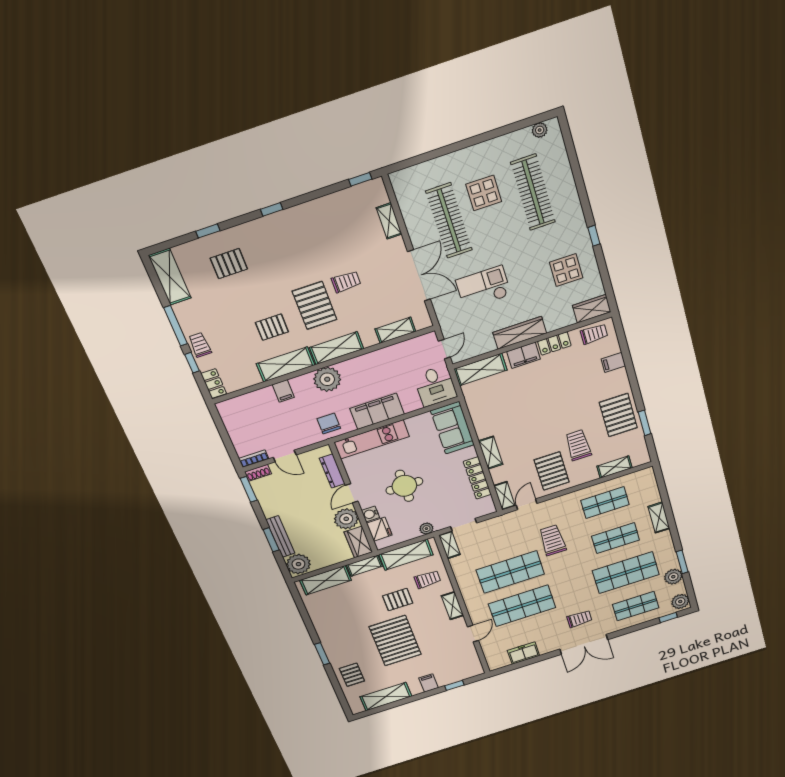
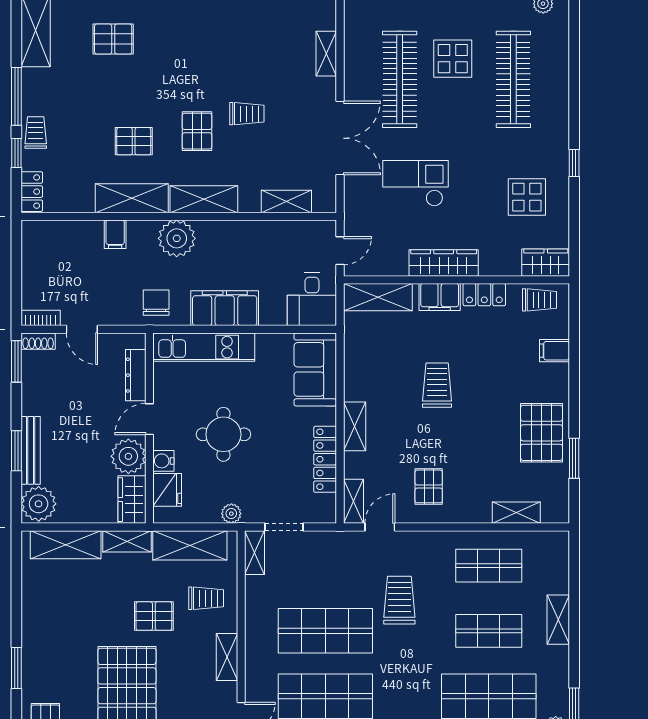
pallet: (315, 305) -> (197, 131), width x0.67, depth x0.71
trolley: (578, 445) -> (437, 385), moved
pallet: (552, 471) -> (429, 486), width x0.67, depth x0.71

